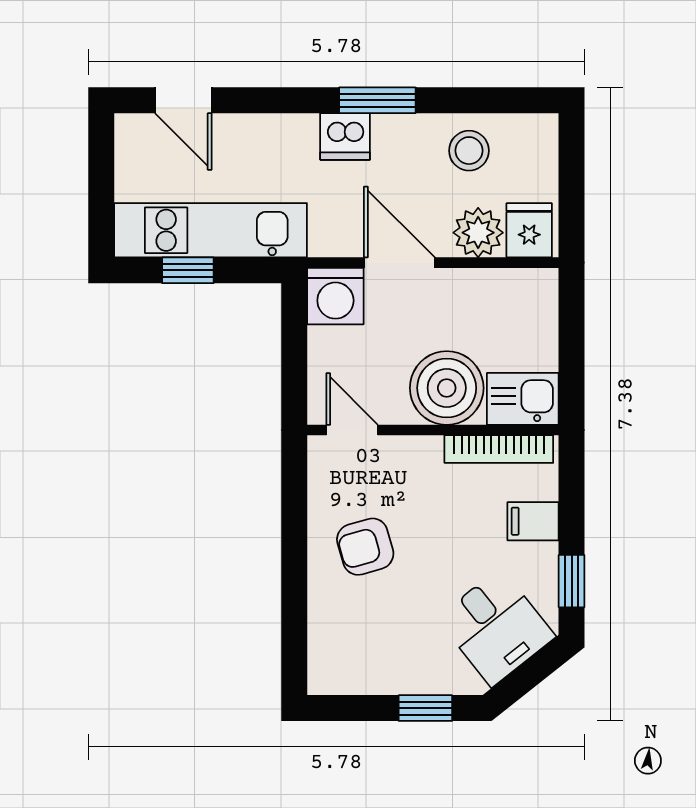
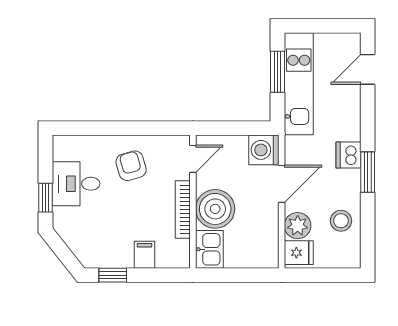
window: (188, 270) -> (278, 72), width x1.50
bookcase: (499, 449) -> (183, 210), moved
desk: (496, 627) -> (76, 184), moved, turned 38

